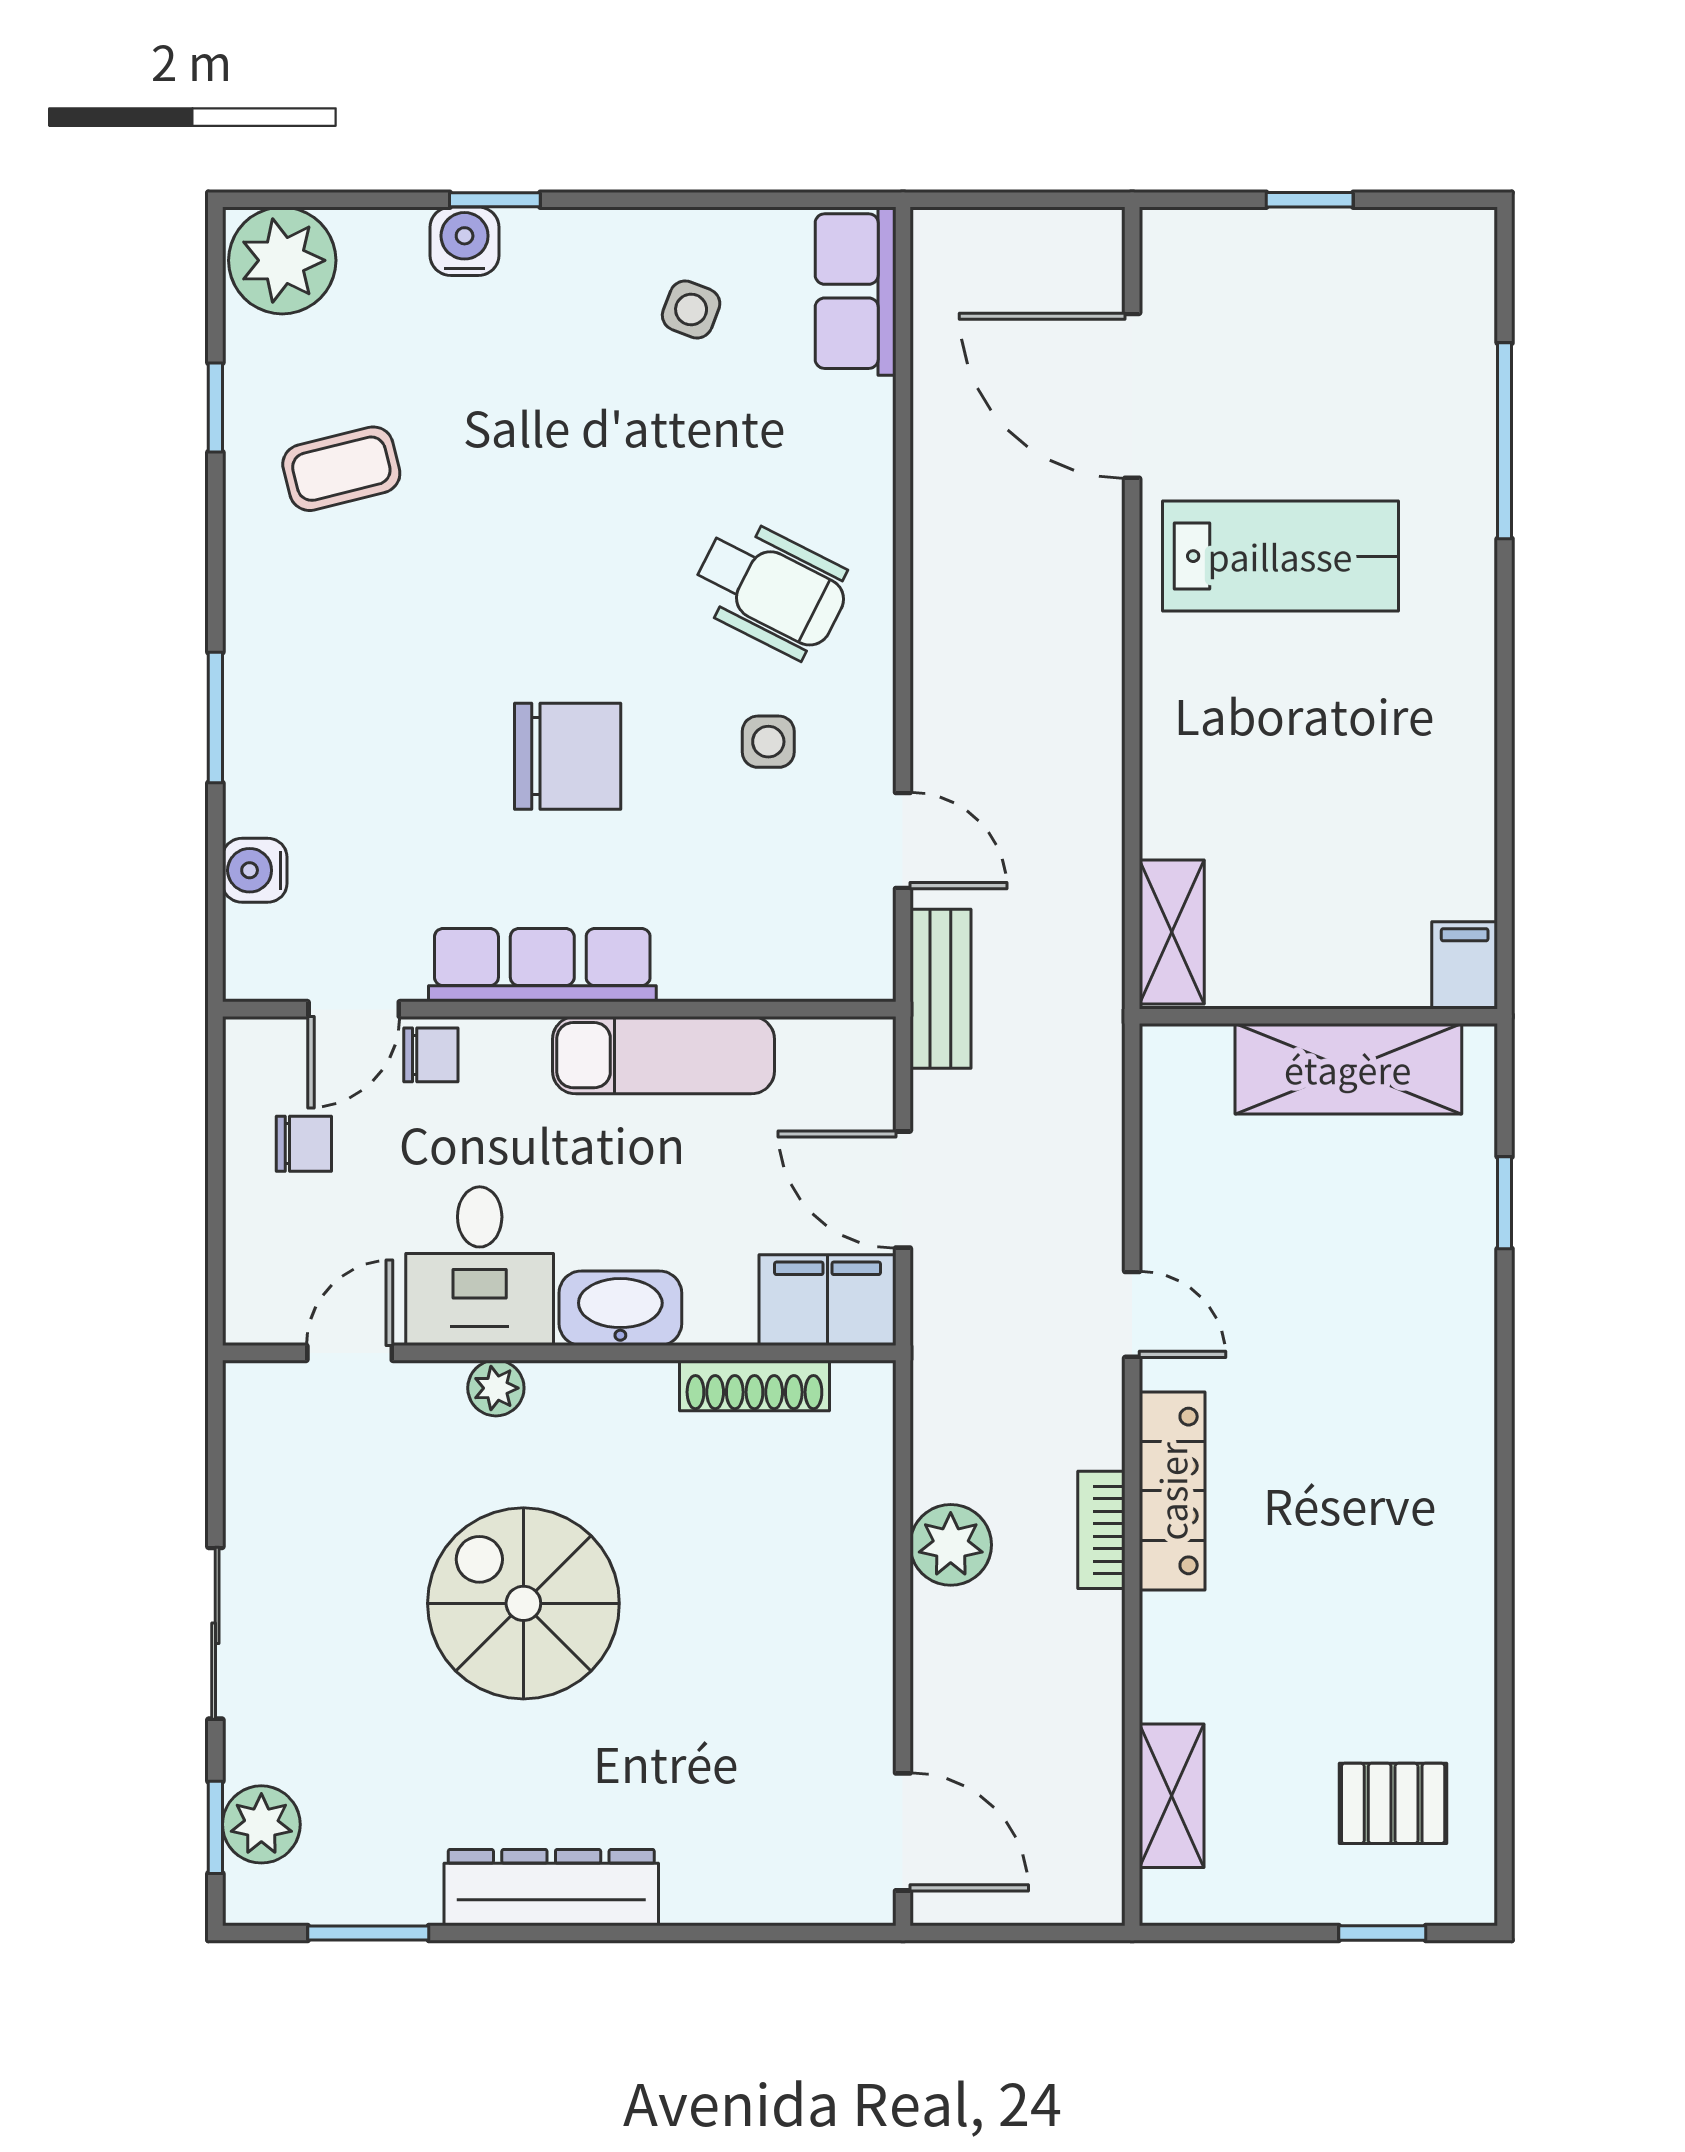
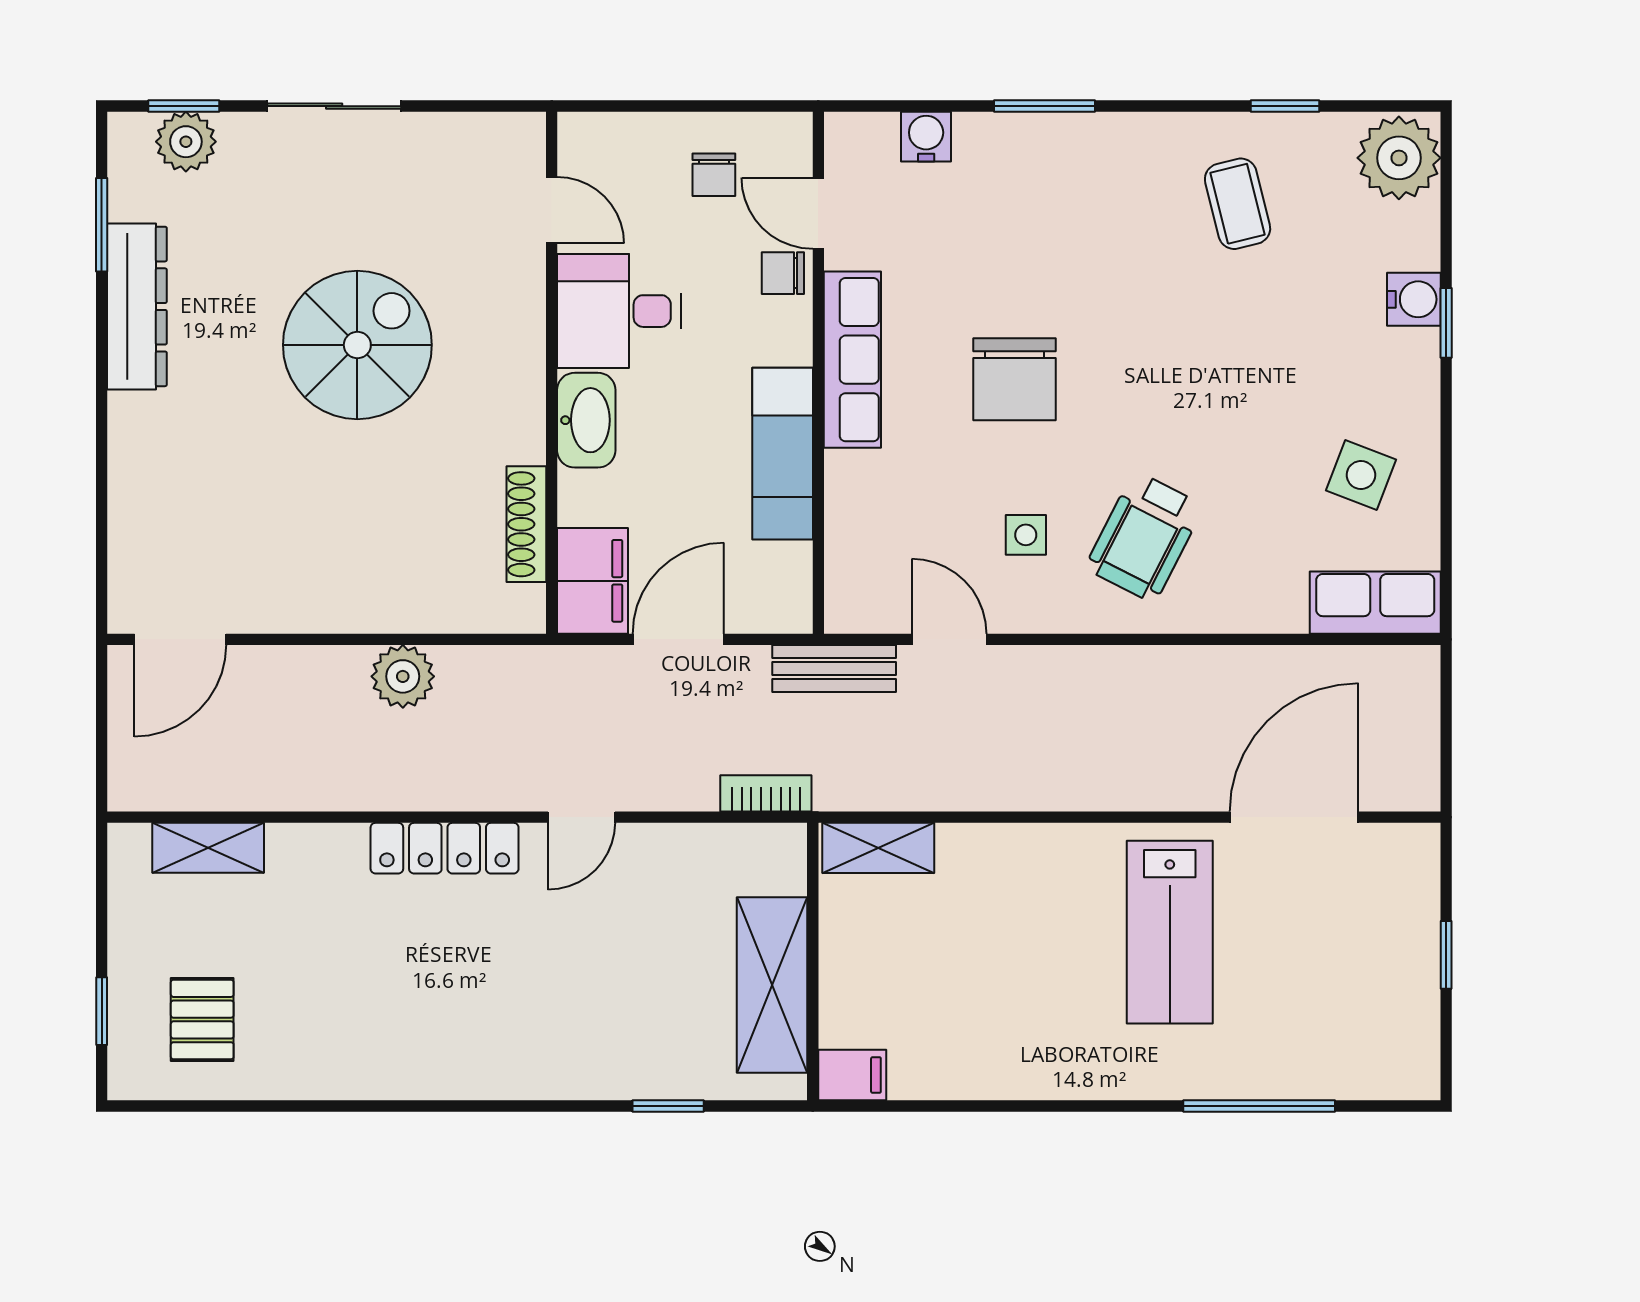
side table: (691, 309) -> (1361, 475), width x1.37, depth x1.37
door: (903, 841) -> (949, 639), swing flipped
chair: (431, 1055) -> (783, 273), turned 90
plant: (496, 1388) -> (524, 324), removed
bookcase: (1101, 1530) -> (766, 793), moved
dresser: (551, 1888) -> (137, 306), moved

